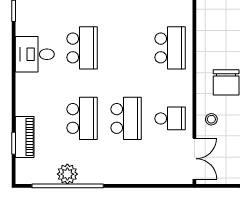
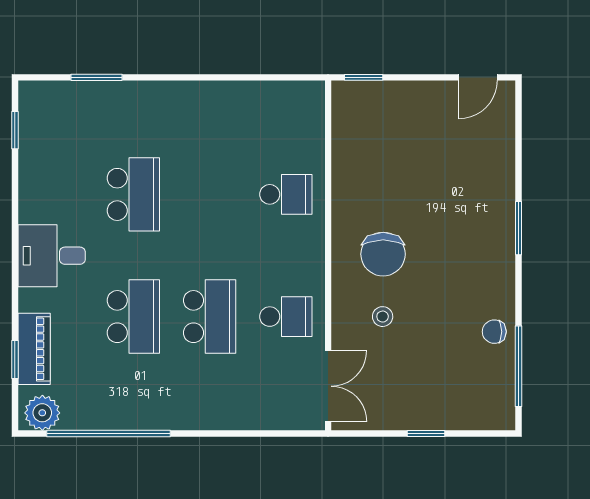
school desk: (170, 48) -> (286, 194), width x0.54
desk: (35, 54) -> (52, 256), moved
stool: (211, 119) -> (383, 317), moved
plant: (67, 174) -> (42, 413), moved

